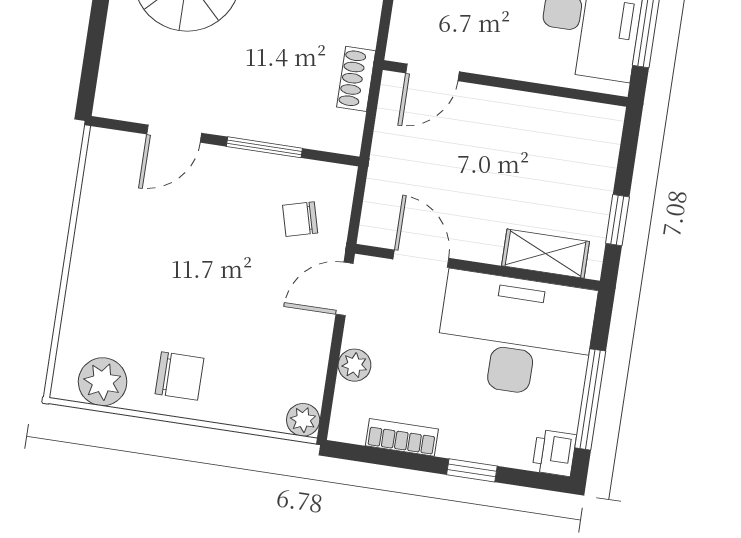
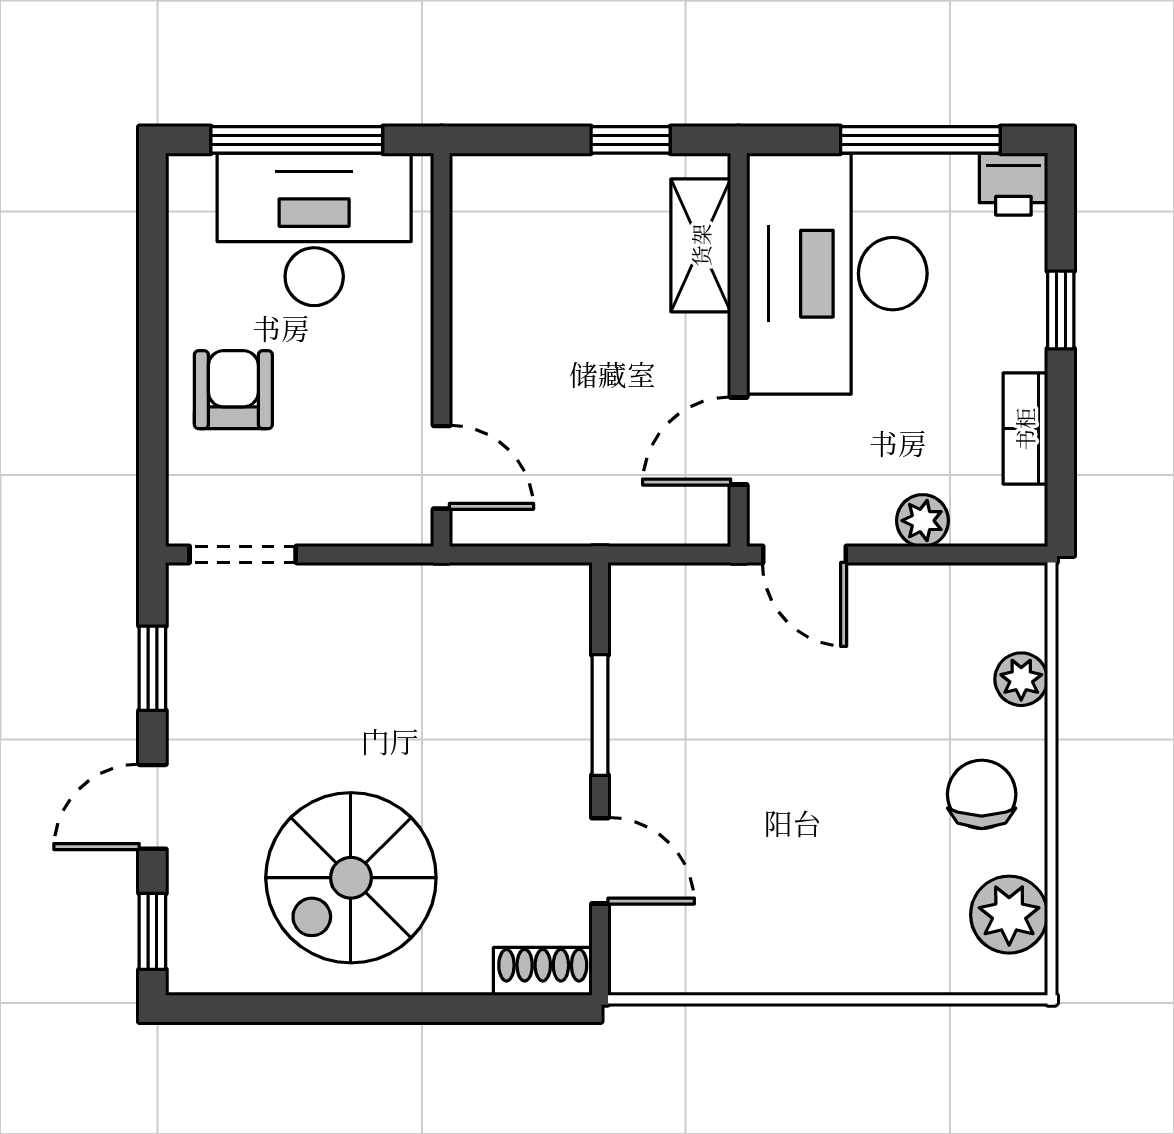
shoe rack: (356, 79) -> (543, 971), moved, turned 180
chair: (300, 219) -> (705, 641), removed
plant: (303, 420) -> (1021, 679), moved

